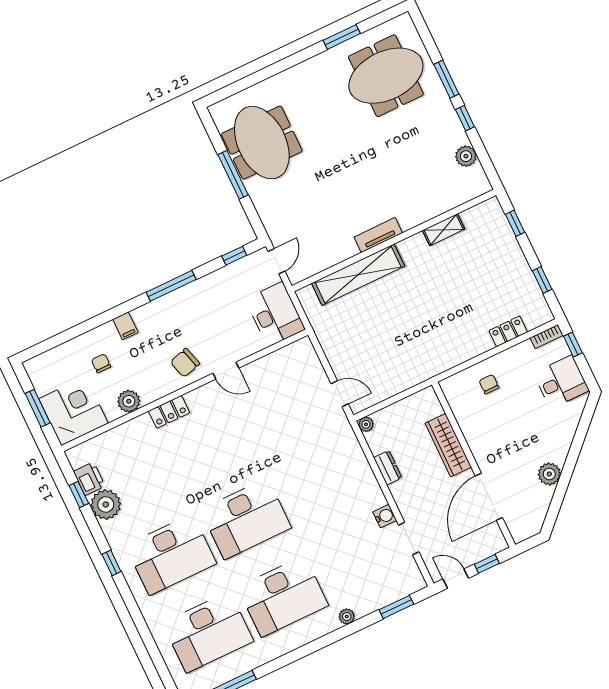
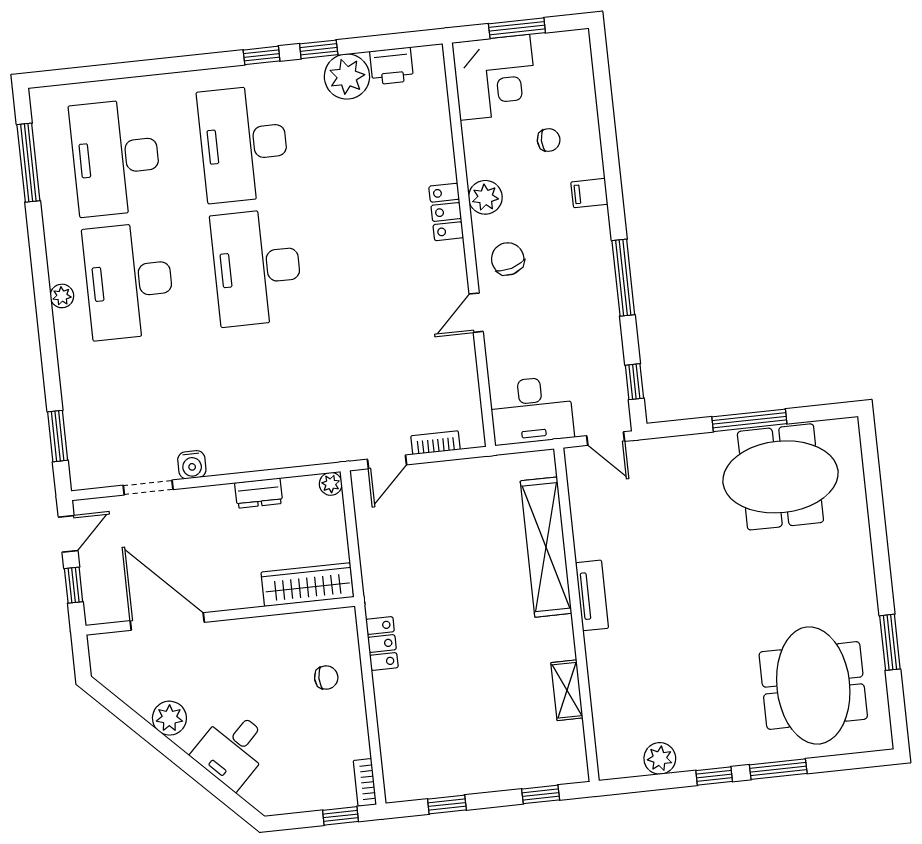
locker: (508, 331) -> (382, 644), moved
bookcase: (317, 367) -> (436, 443), added
desk: (561, 382) -> (233, 749), moved, turned 45
plant: (129, 401) -> (485, 197), moved
wardrobe: (448, 445) -> (307, 585), moved
window: (79, 494) -> (319, 49), moved
plant: (347, 616) -> (62, 296), moved

